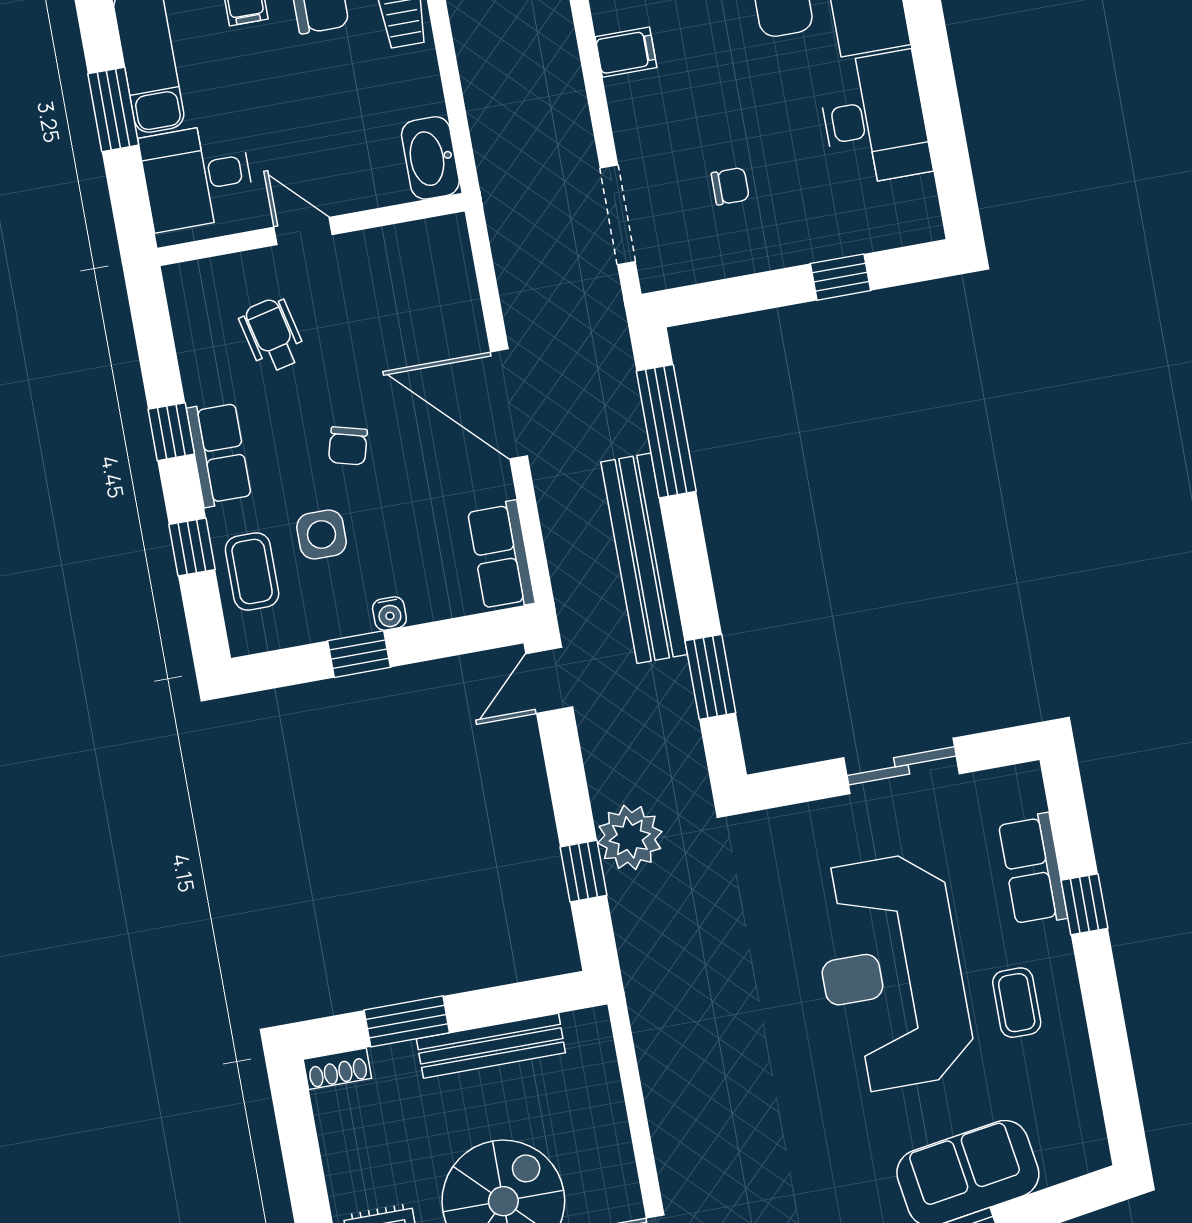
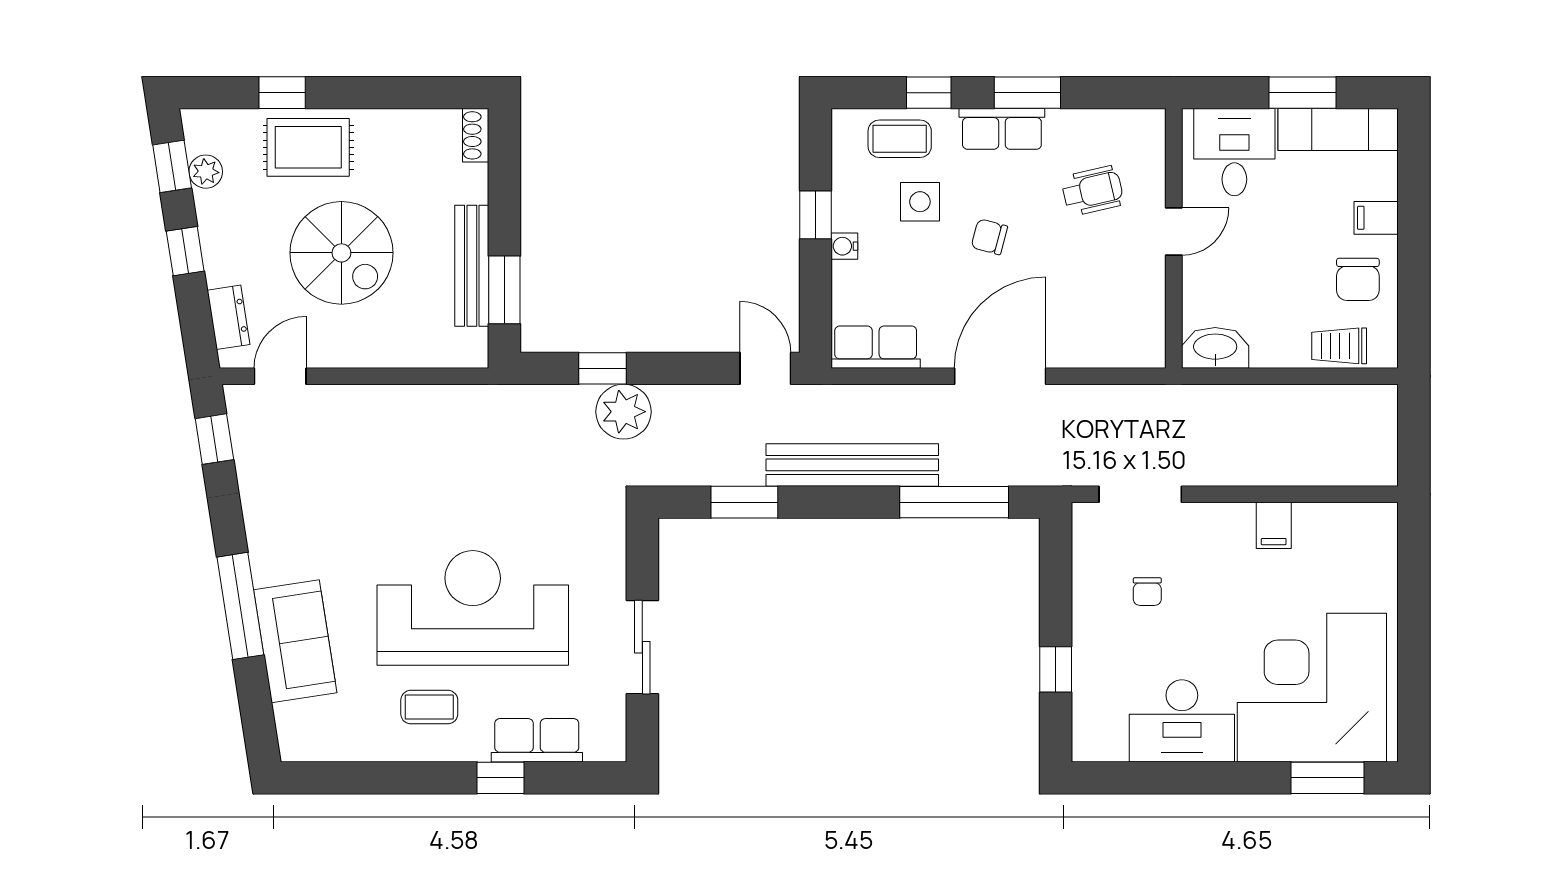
window: (171, 432) -> (1027, 93), width x1.50
window: (407, 1021) -> (504, 290), moved

